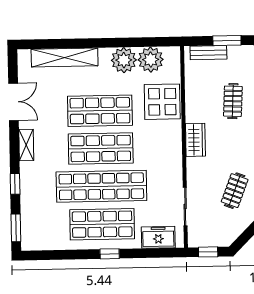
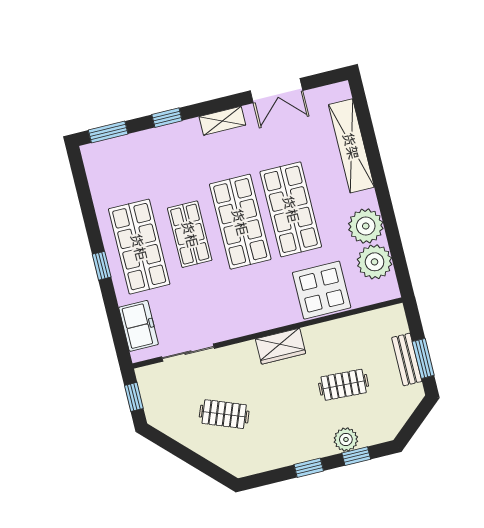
bench: (208, 53) -> (407, 359), moved
shop shelf: (101, 186) -> (190, 234), width x0.50, depth x0.74

